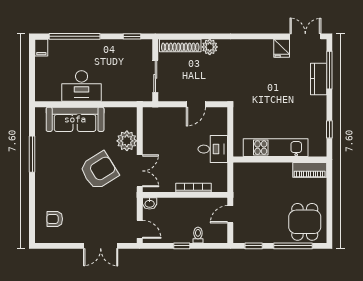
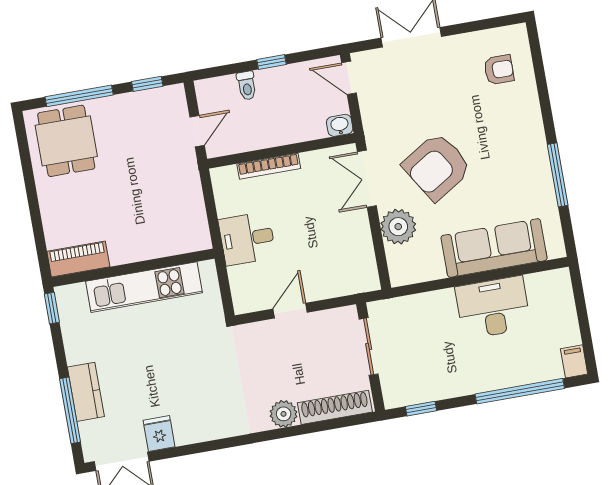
kitchen unit: (276, 148) -> (144, 287), moved
wall: (280, 160) -> (133, 268), moved
piano: (310, 170) -> (78, 259), moved

